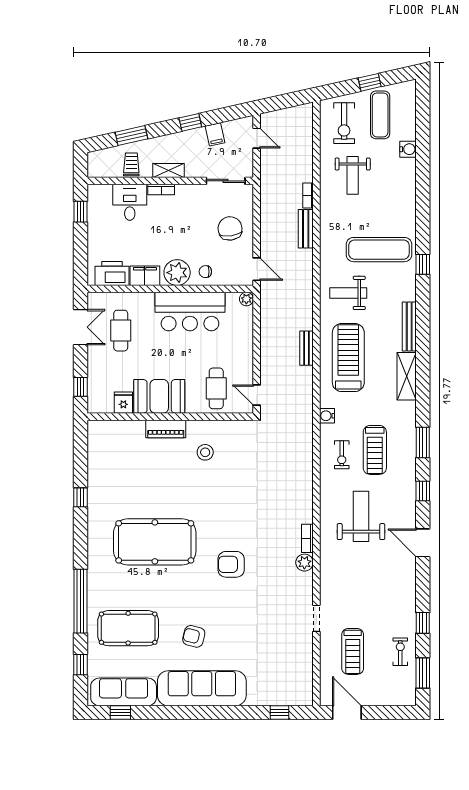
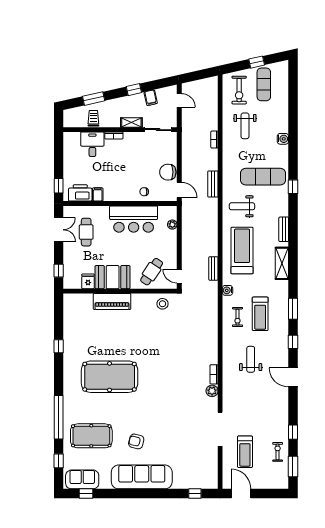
water cooler: (408, 149) -> (283, 139), moved
shelving: (169, 170) -> (131, 122), moved
window: (81, 212) -> (59, 186), moved
chair: (230, 228) -> (168, 172), moved, turned -82
bench: (306, 229) -> (213, 184), moved
plant: (177, 273) -> (125, 192), removed
filing cabinet: (145, 276) -> (98, 194), width x0.50
plant: (246, 299) -> (172, 225), moved
bench: (409, 327) -> (284, 229), width x0.73
bench: (307, 348) -> (213, 268), moved
cafe table: (216, 388) -> (152, 272), turned 34
piano: (166, 429) -> (112, 301), width x1.37, depth x1.33
stool: (205, 452) -> (163, 304), moved
weight bench: (361, 516) -> (251, 359), width x0.73, depth x0.75
armchair: (231, 564) -> (162, 392), removed
doorway: (316, 618) -> (220, 429), width x1.88
sofa: (124, 692) -> (82, 479), width x0.73

